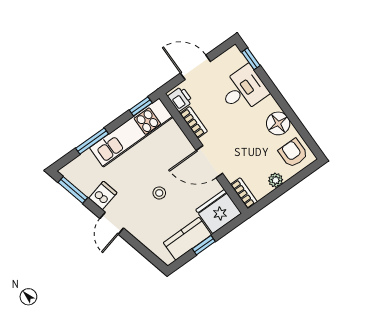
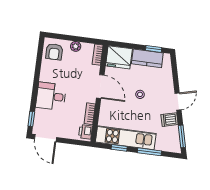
door: (195, 67) -> (45, 138), moved
desk: (243, 90) -> (51, 96), moved
window: (141, 106) -> (119, 148), moved
floor lamp: (278, 123) -> (48, 74), removed
window: (204, 245) -> (154, 49), moved

